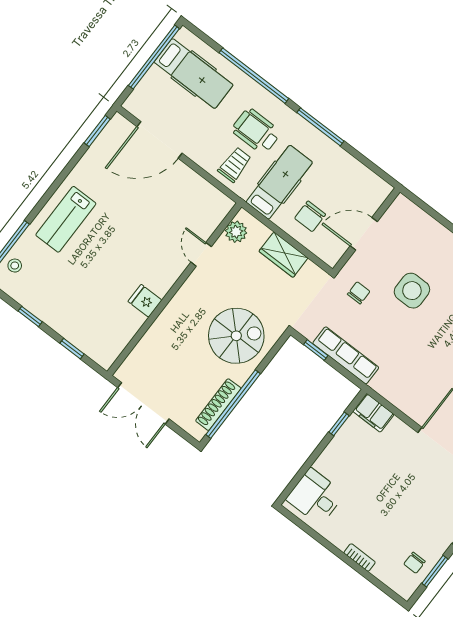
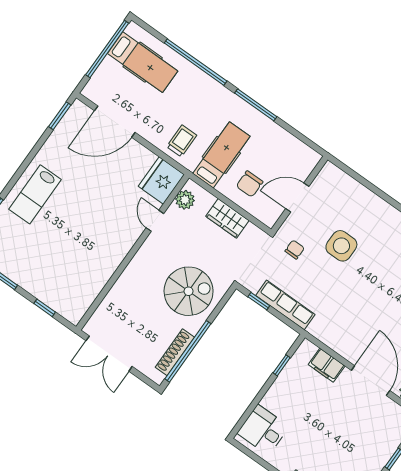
wheelchair: (256, 131) -> (199, 111), removed
fridge: (145, 301) -> (161, 180), moved, width x1.88, depth x1.34
filing cabinet: (373, 413) -> (327, 365), moved

